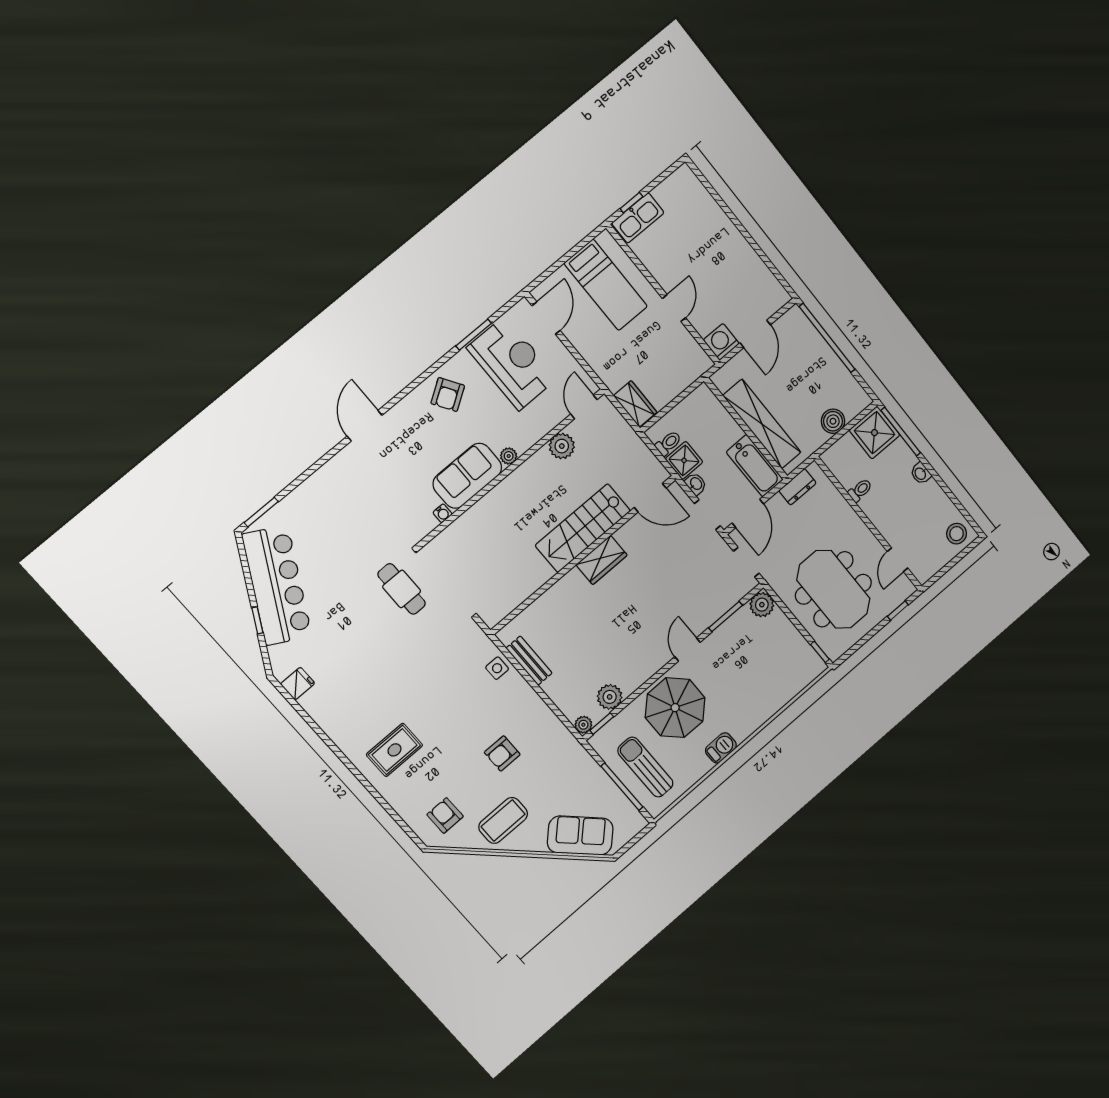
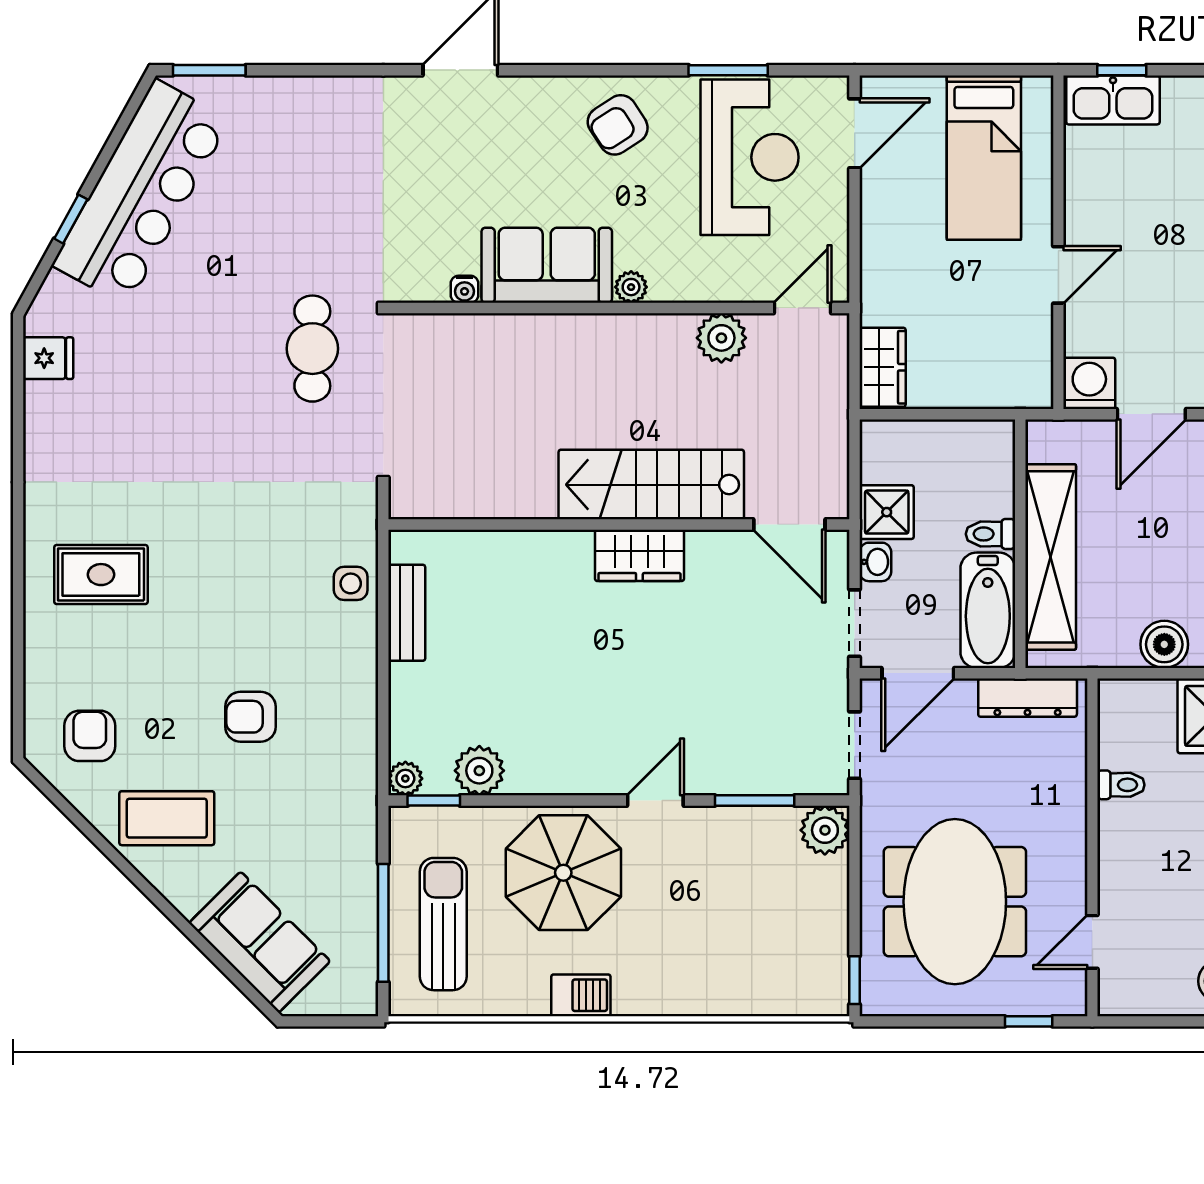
toilet: (668, 443) -> (991, 534), moved, turned 180
dresser: (797, 487) -> (1028, 698), width x1.44

